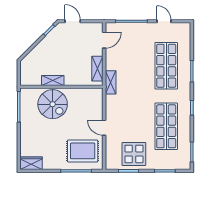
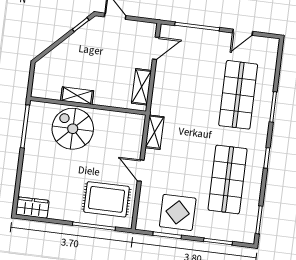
door: (164, 21) -> (243, 32), swing flipped
shelving: (111, 82) -> (155, 132), moved
spiral stairs: (53, 104) -> (73, 129), turned 180

